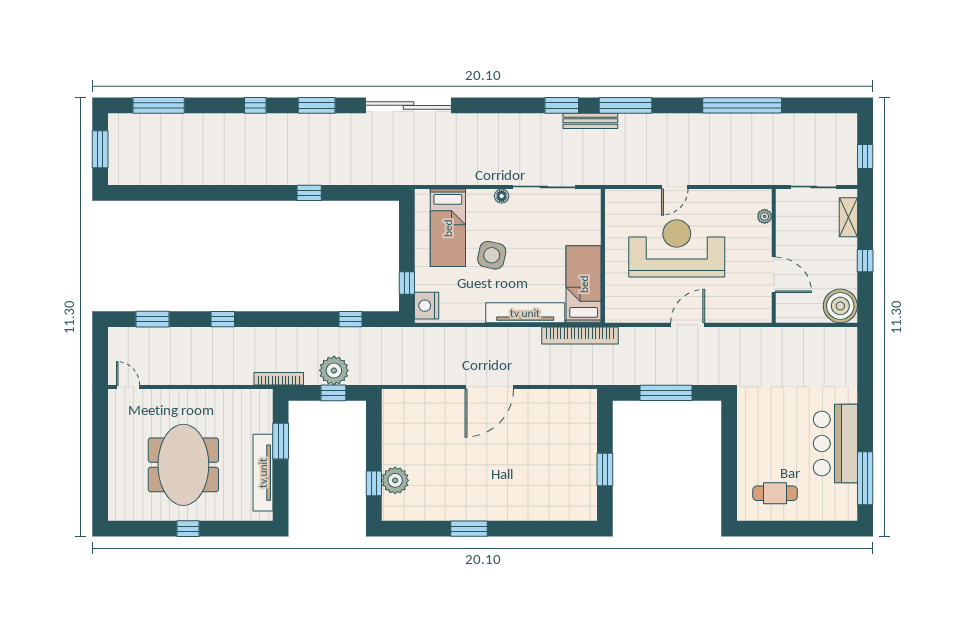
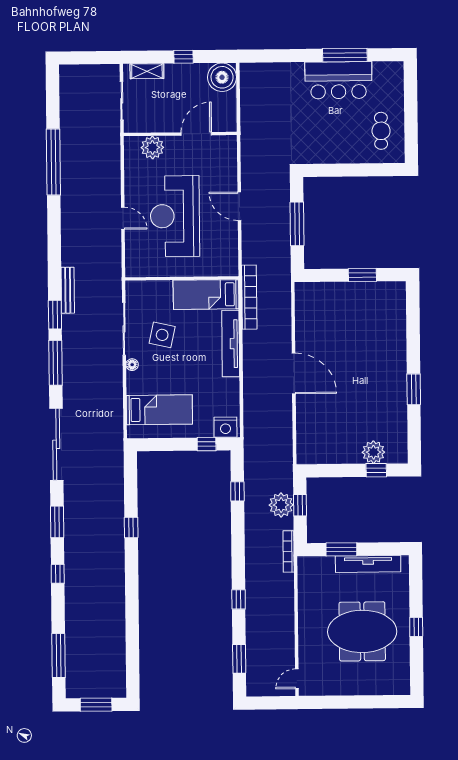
window: (626, 105) -> (55, 363), moved
window: (865, 157) -> (95, 58), removed
plant: (765, 216) -> (152, 147), width x1.87, depth x1.87
side table: (492, 255) -> (162, 335), moved
window: (865, 478) -> (345, 55), moved

